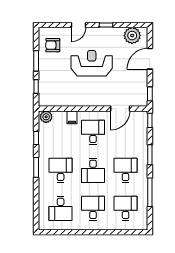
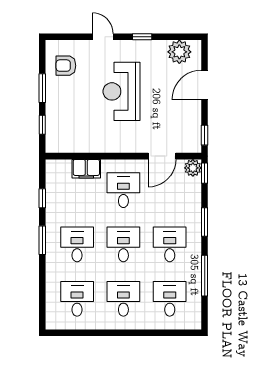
door: (79, 25) -> (103, 37), swing flipped
reception desk: (92, 63) -> (121, 91), turned -90
plant: (46, 117) -> (193, 168), moved
filing cabinet: (72, 117) -> (86, 169), width x2.00
desk: (93, 170) -> (123, 244), turned 180
desk: (61, 208) -> (77, 299), turned 180

